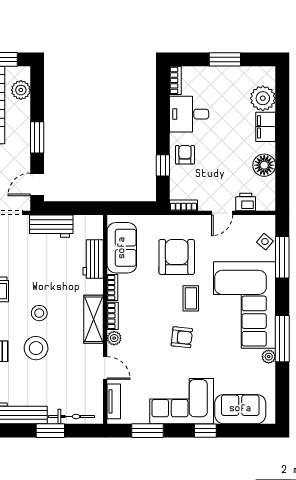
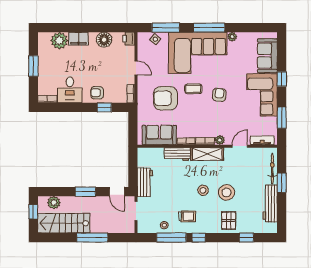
printer: (246, 202) -> (129, 39), moved
workbench: (93, 259) -> (177, 154), moved
window: (282, 339) -> (209, 28), moved

